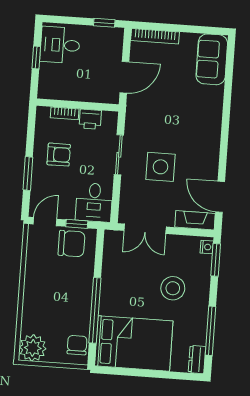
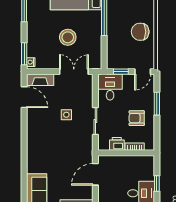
side table: (161, 167) -> (66, 115), width x0.54, depth x0.54
chair: (71, 244) -> (140, 32), moved
stool: (173, 288) -> (68, 37), moved

